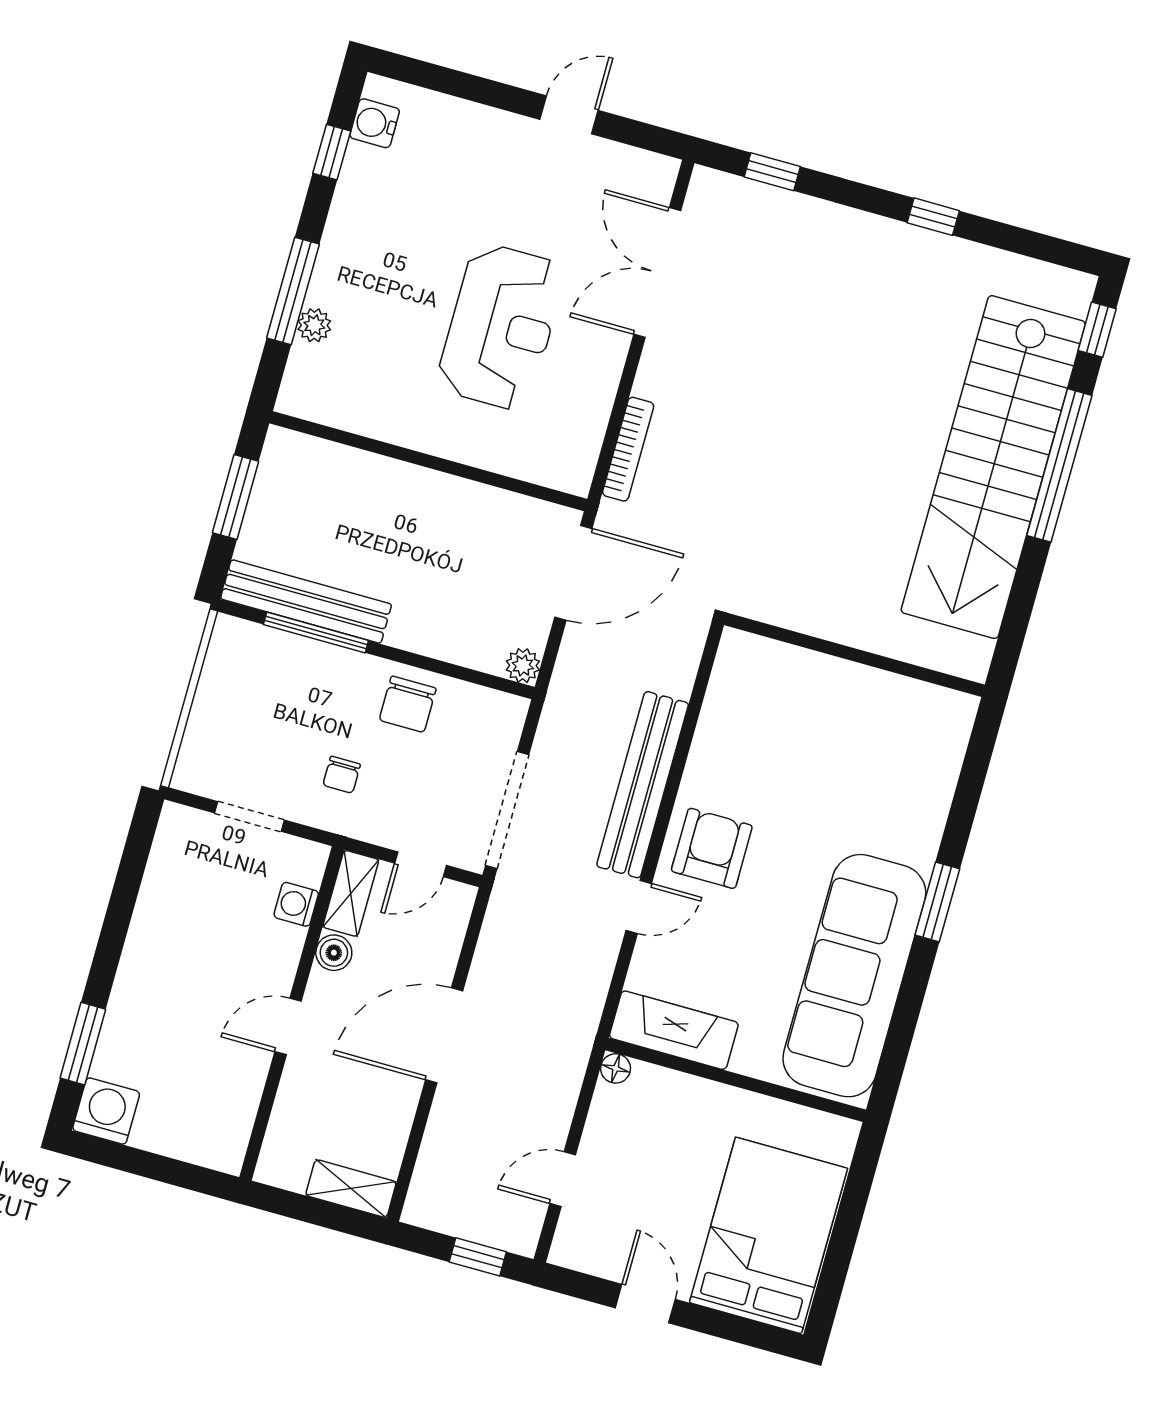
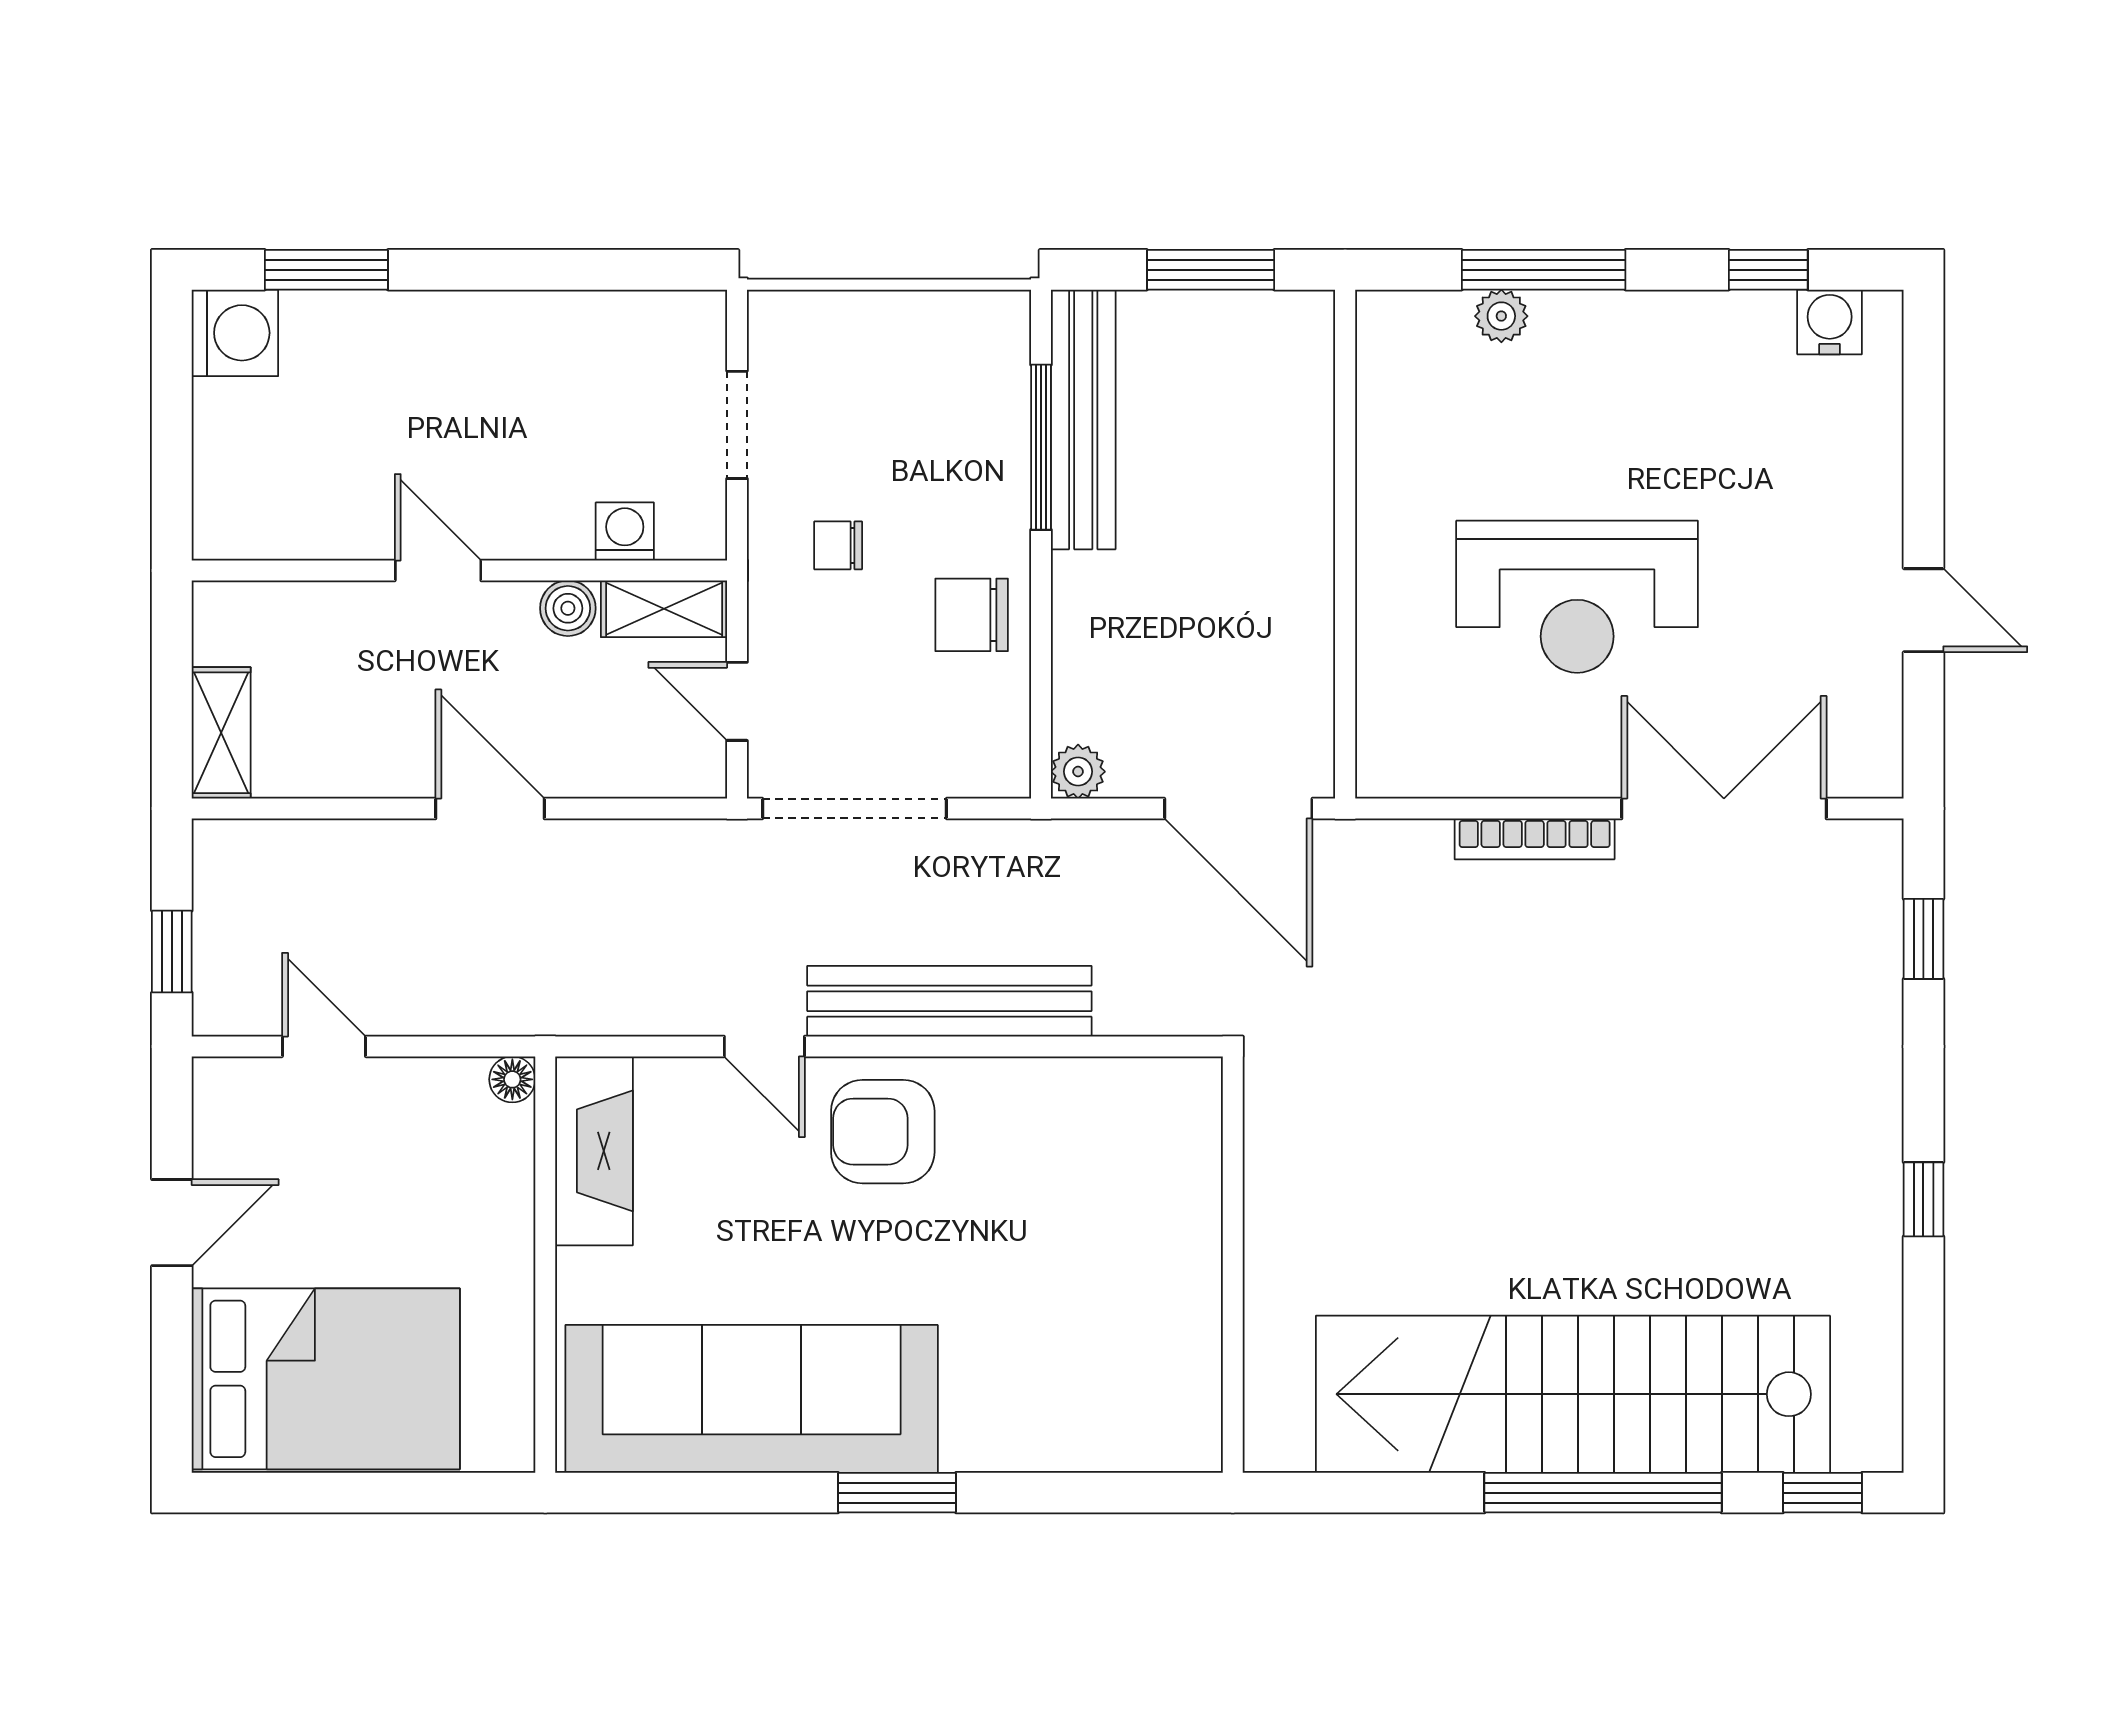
bookcase: (628, 449) -> (1535, 839), moved
armchair: (712, 848) -> (883, 1132), turned 180
door: (444, 1035) -> (490, 808), width x0.73

